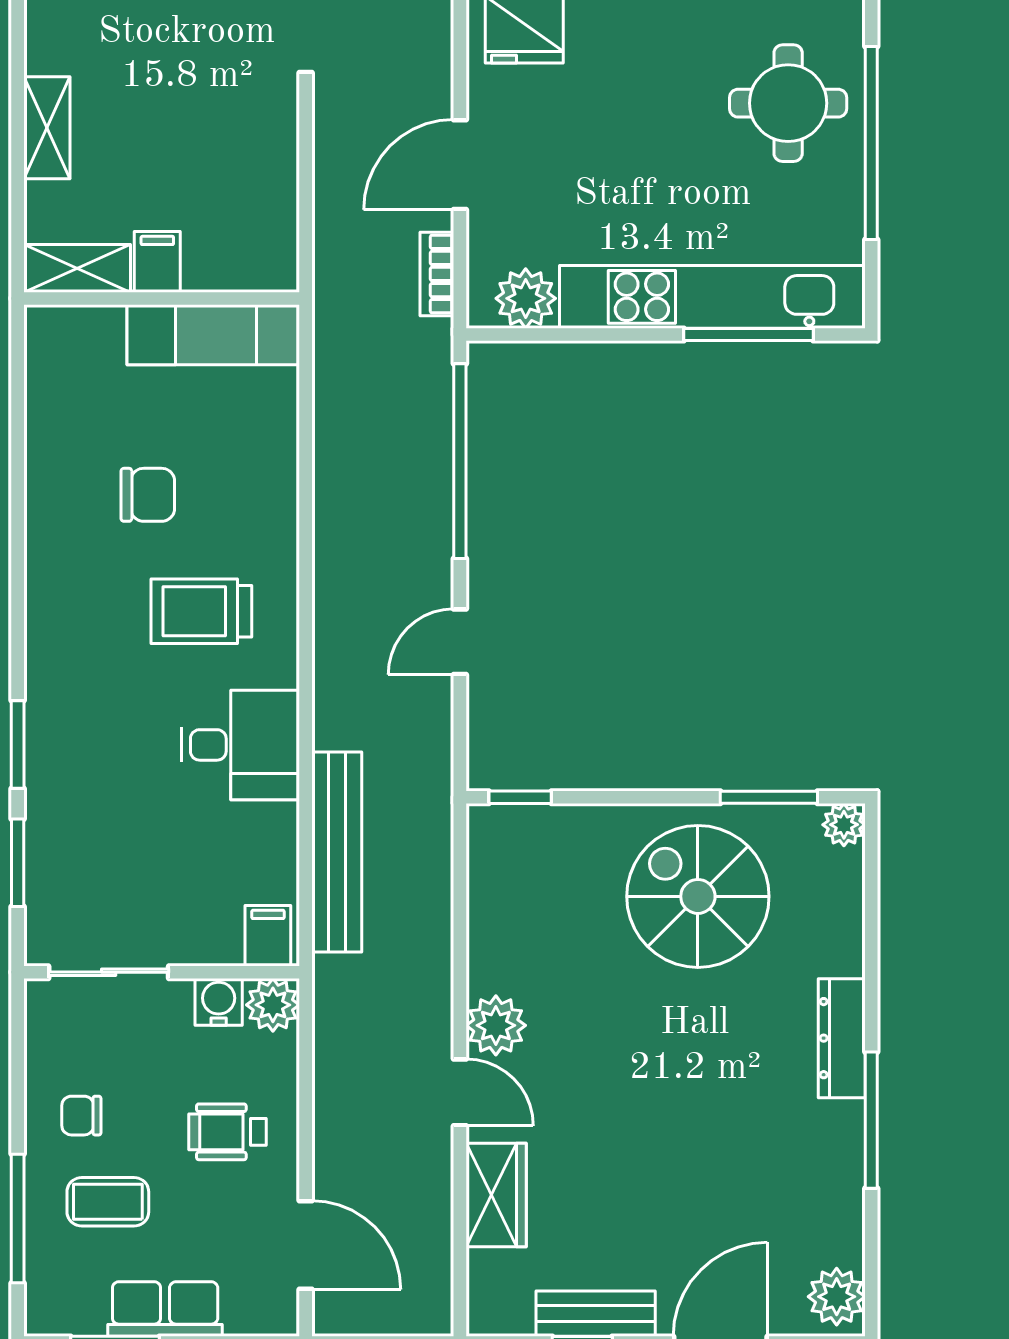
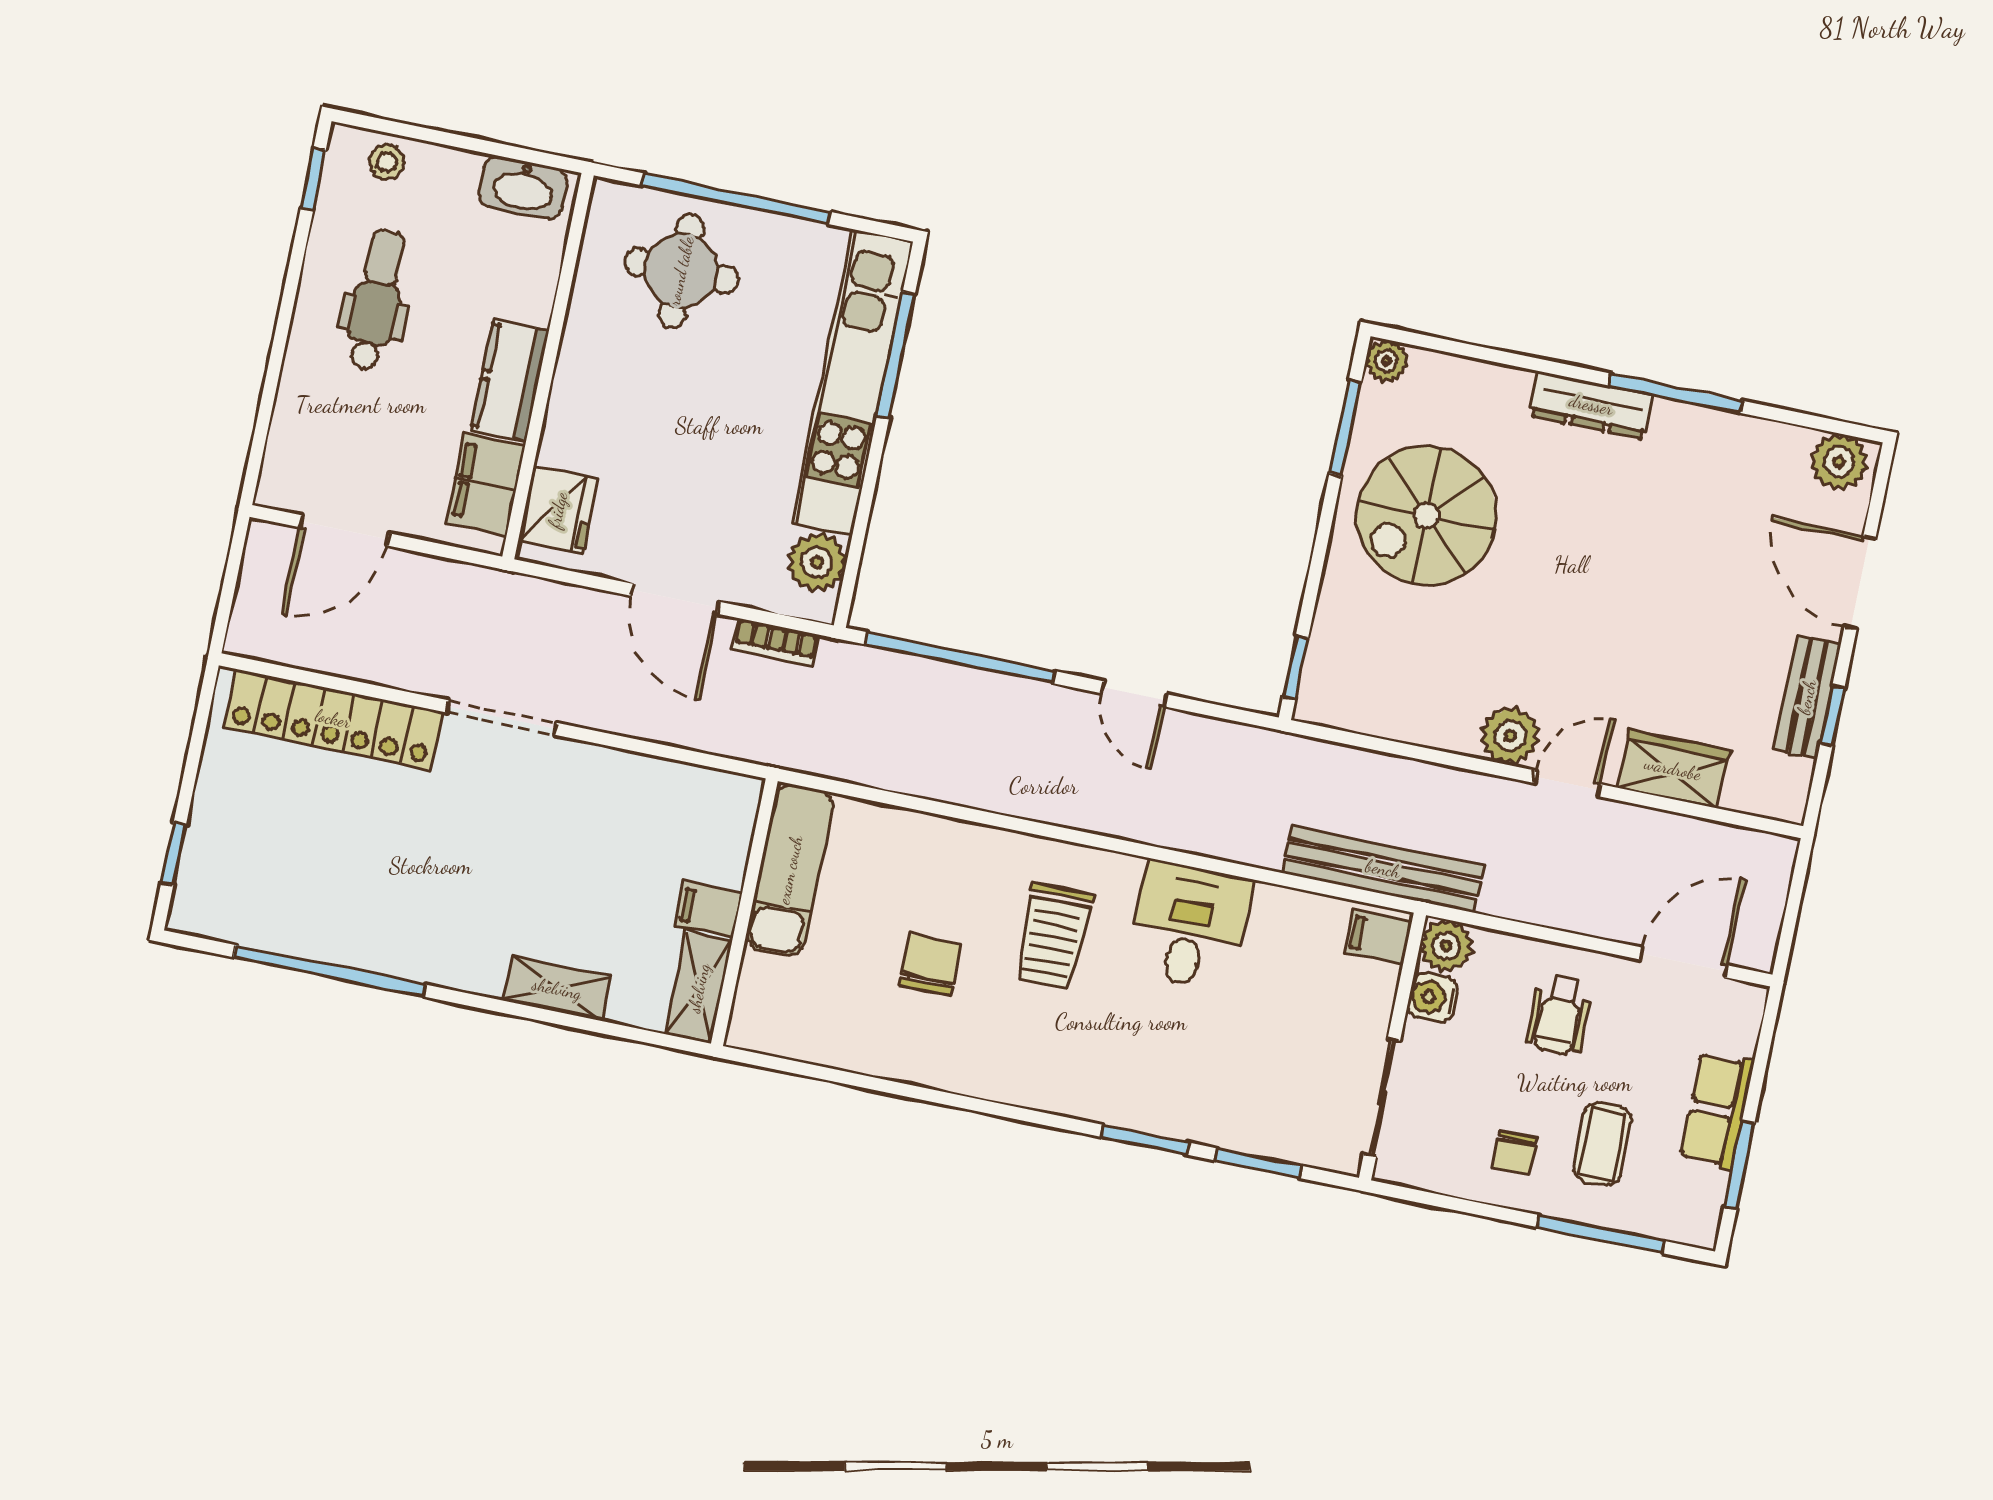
bench: (337, 852) -> (1383, 869), moved

